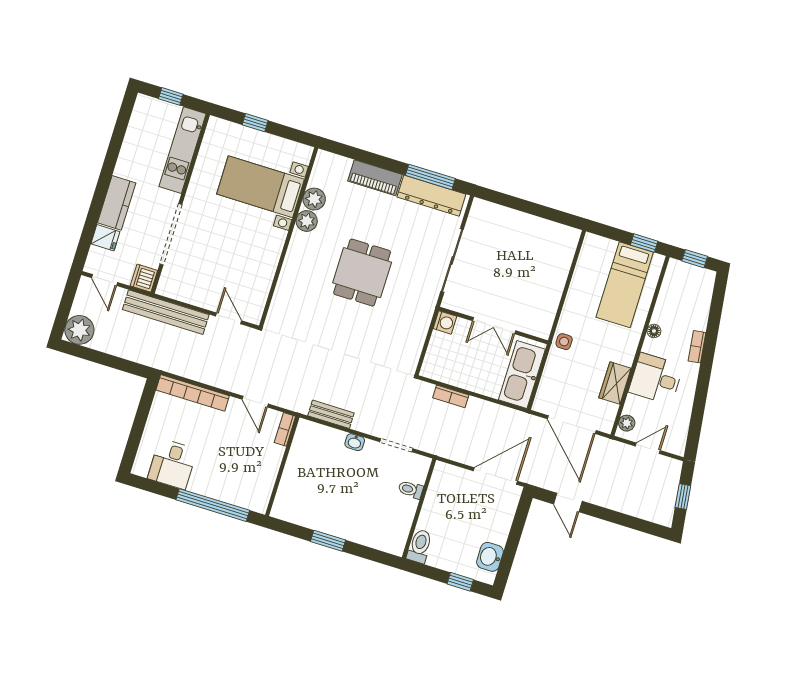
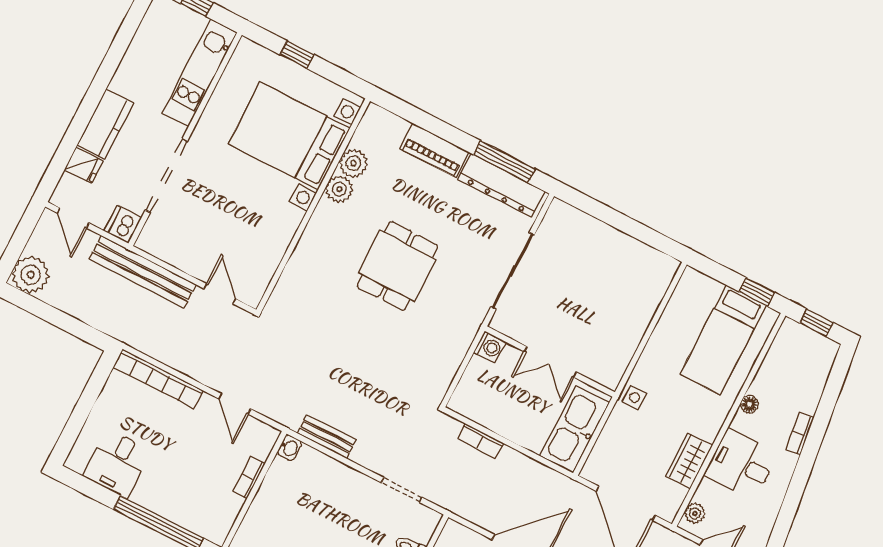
bed with nightstands: (260, 187) -> (289, 136), width x1.36
bookcase: (285, 429) -> (249, 478), moved
washbasin: (355, 442) -> (289, 448), moved, turned -90

